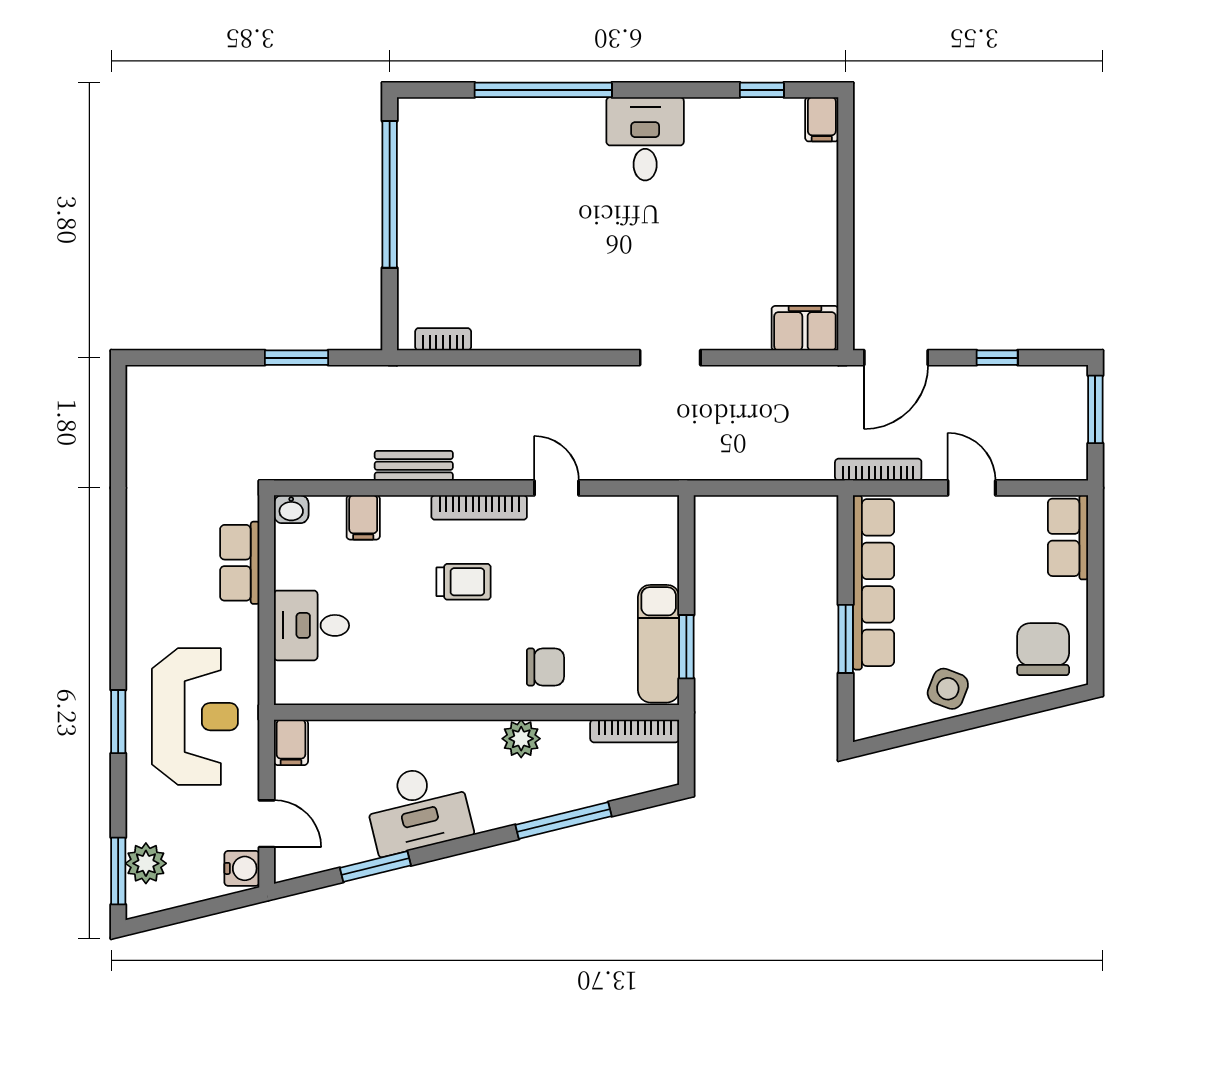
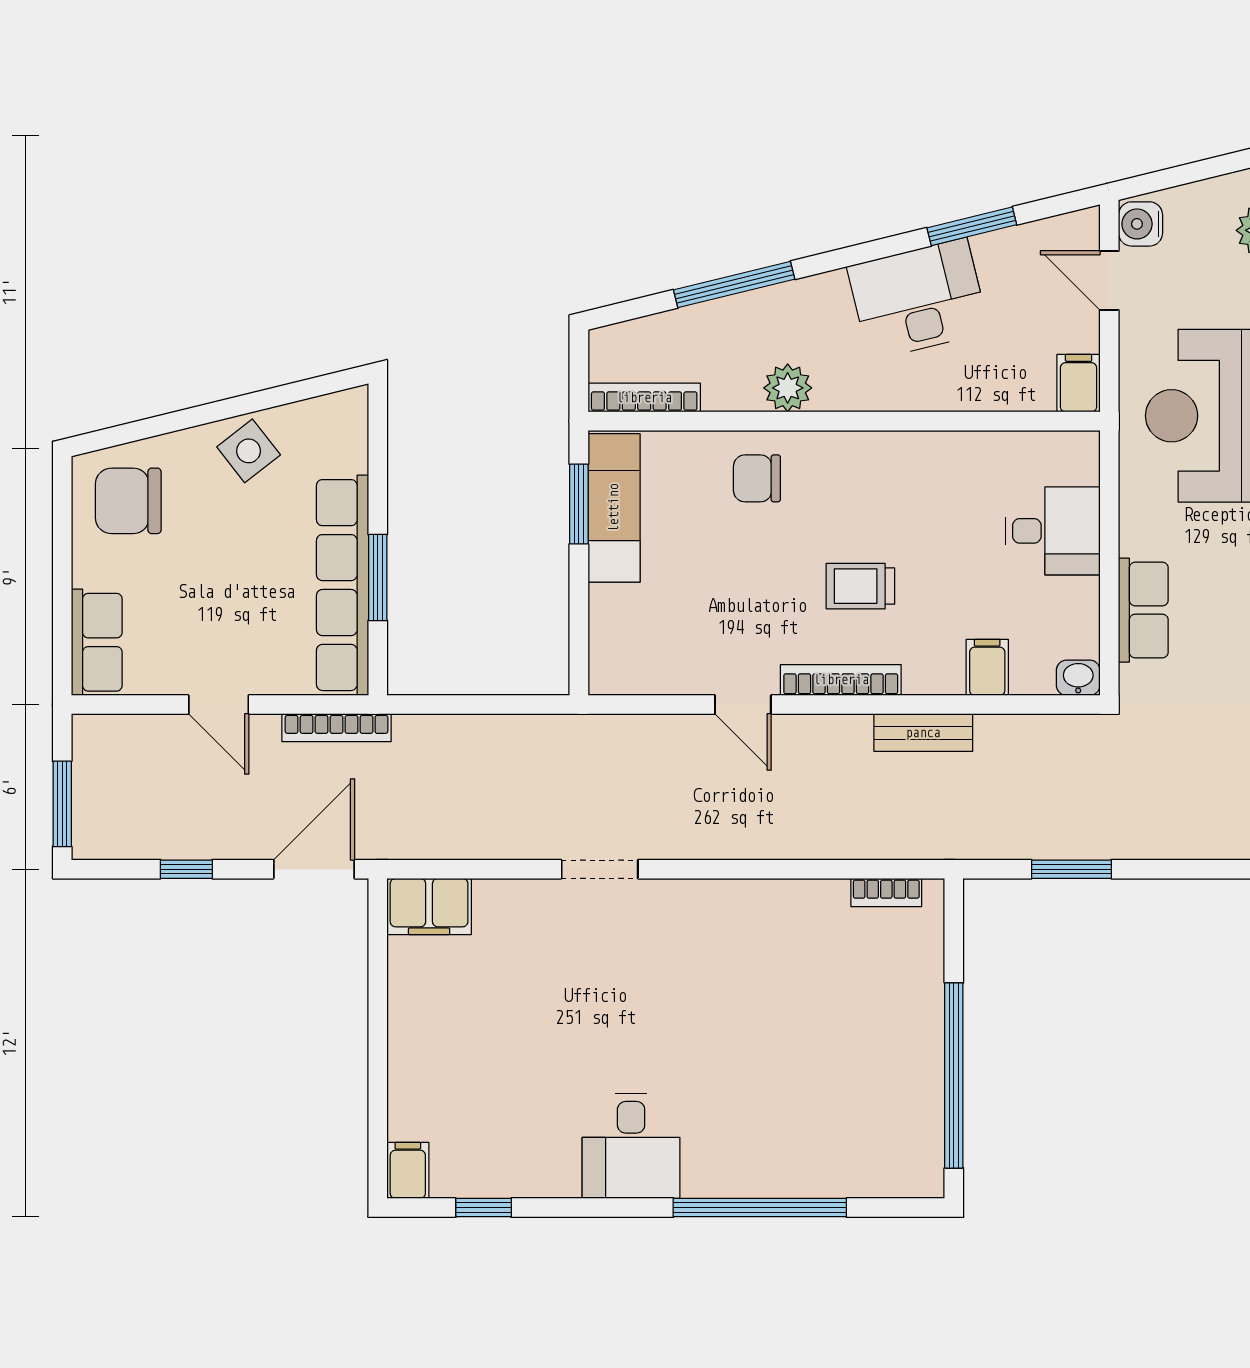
window: (846, 639) -> (378, 578), moved
chair: (1043, 649) -> (128, 501), turned 90
side table: (948, 689) -> (249, 451), turned 31

